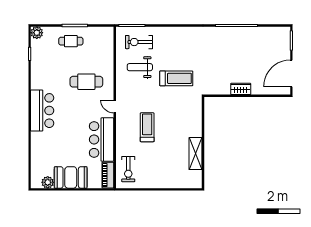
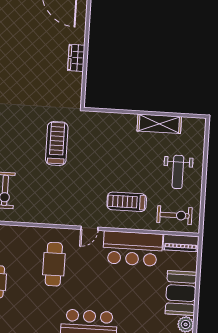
weight bench: (140, 67) -> (178, 172), moved
treadmill: (147, 127) -> (127, 202), moved

